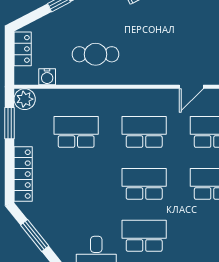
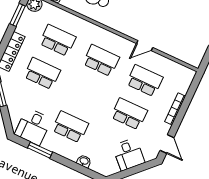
school desk: (144, 184) -> (42, 73), moved

